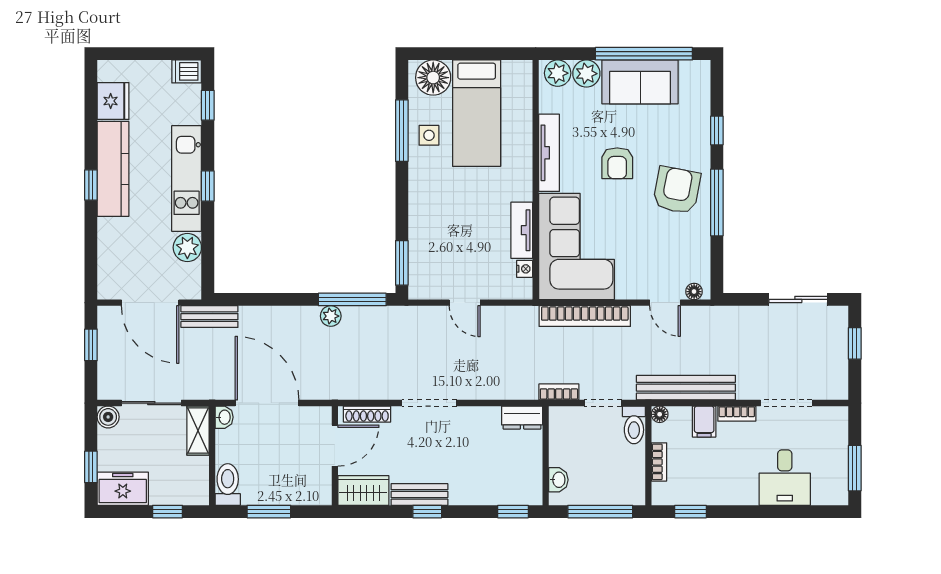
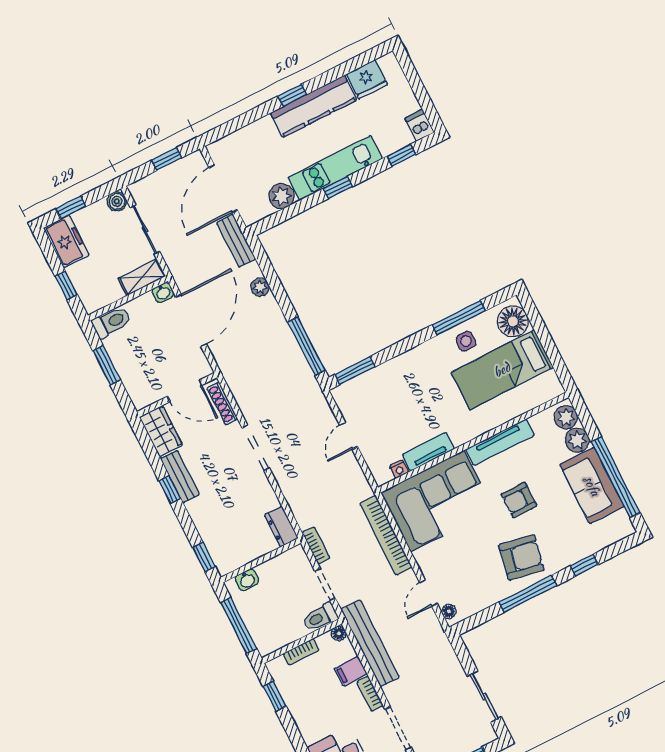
plant: (331, 316) -> (260, 287), moved

